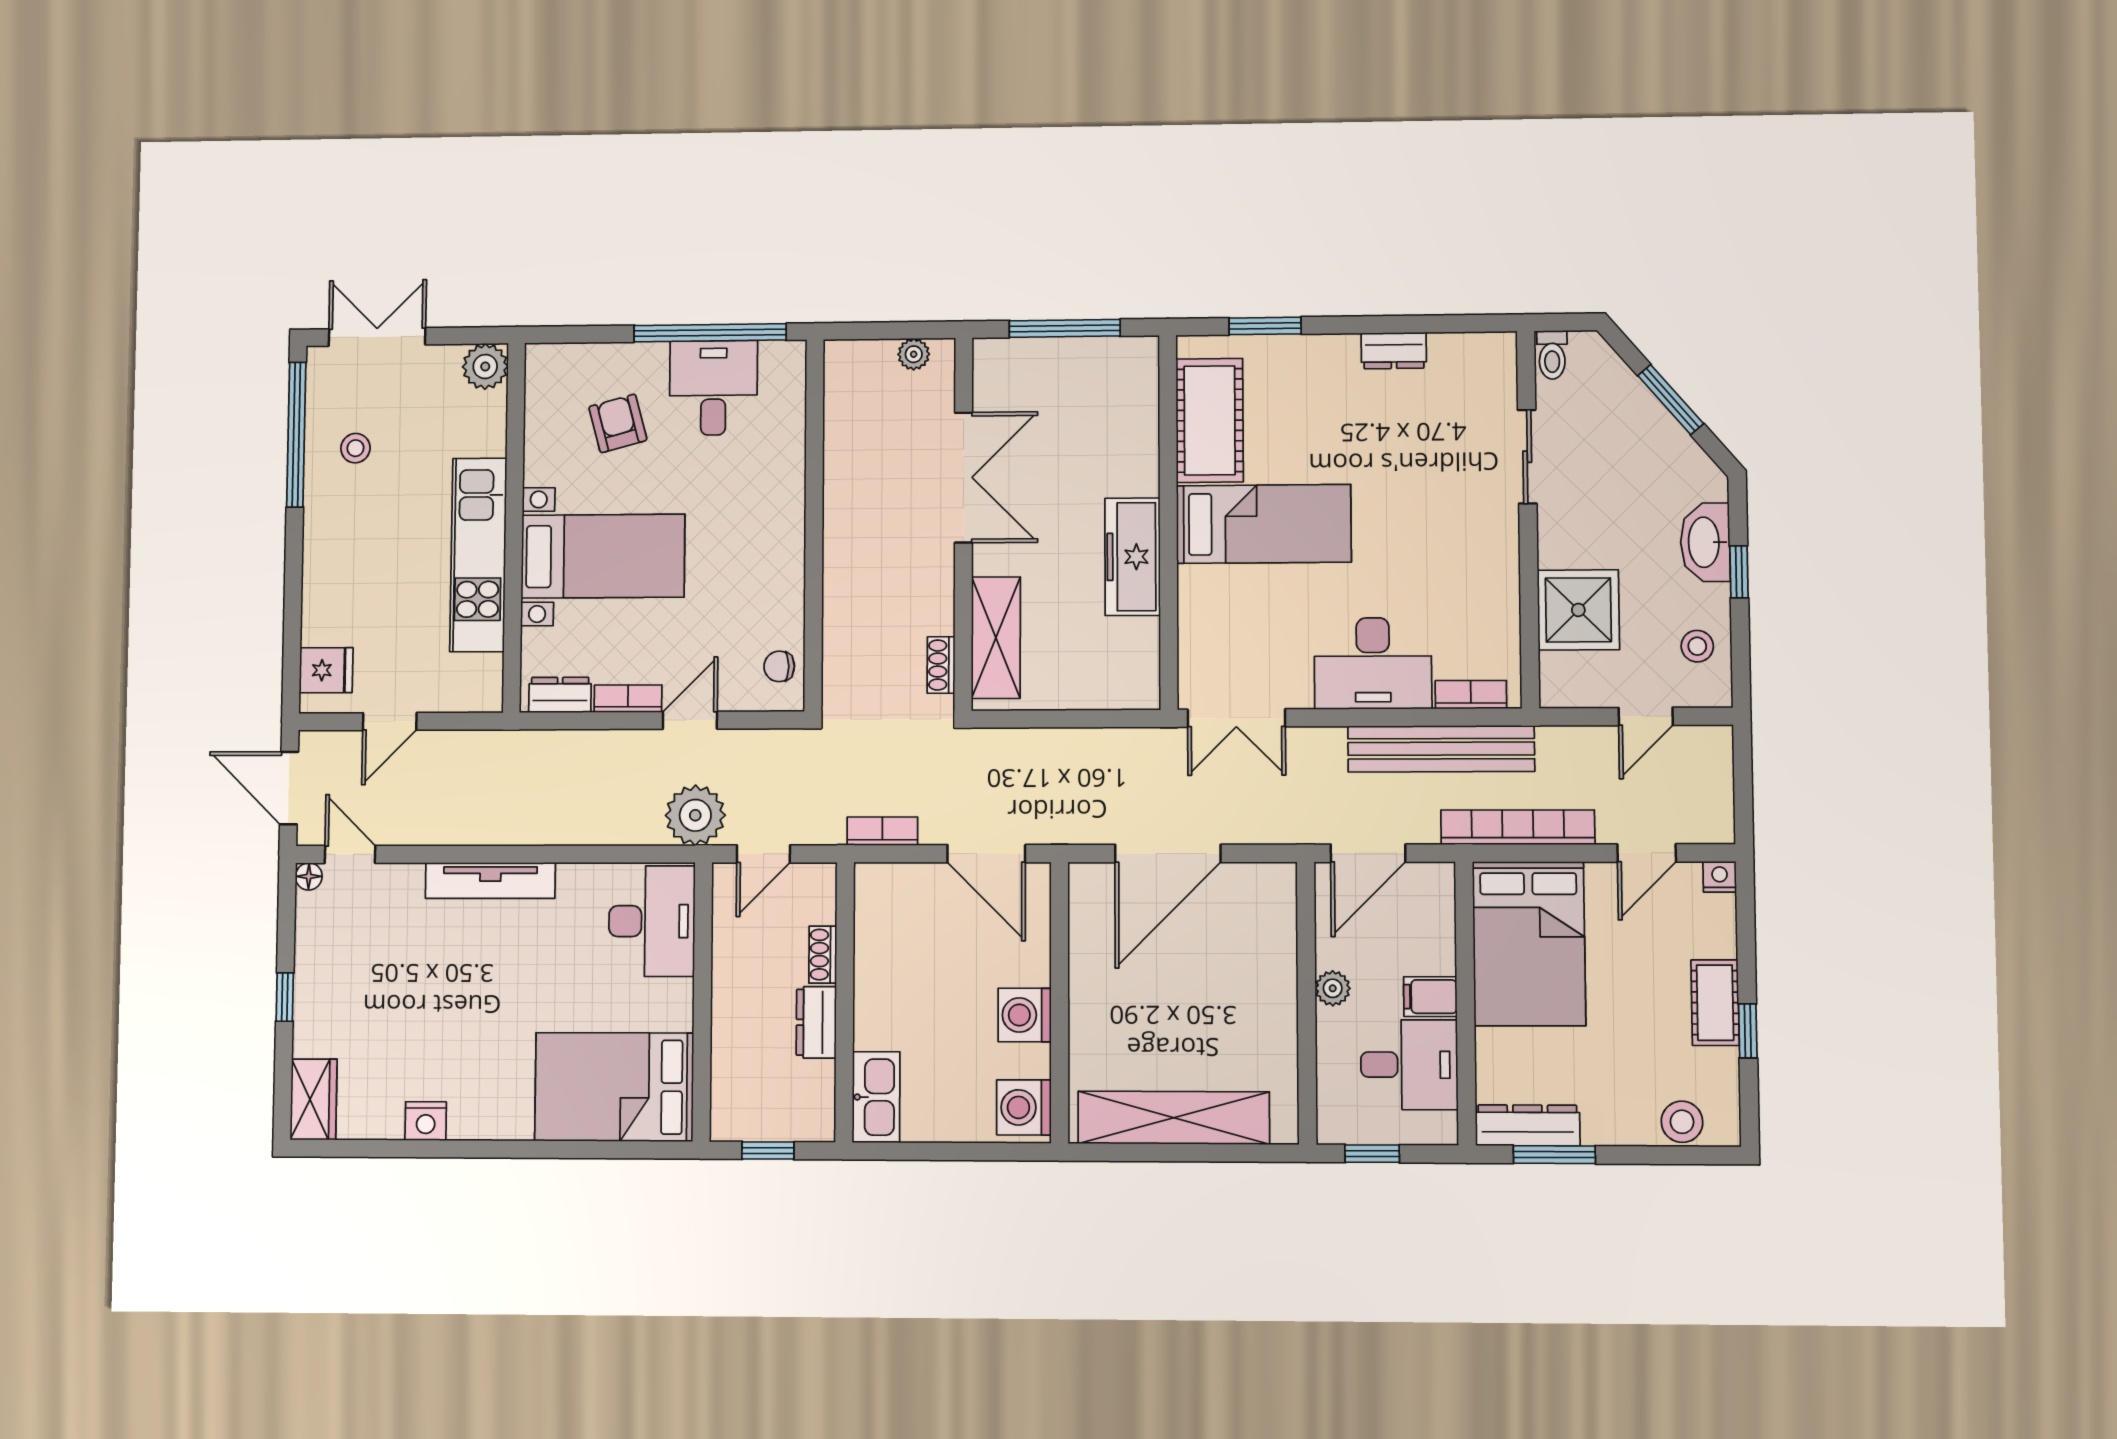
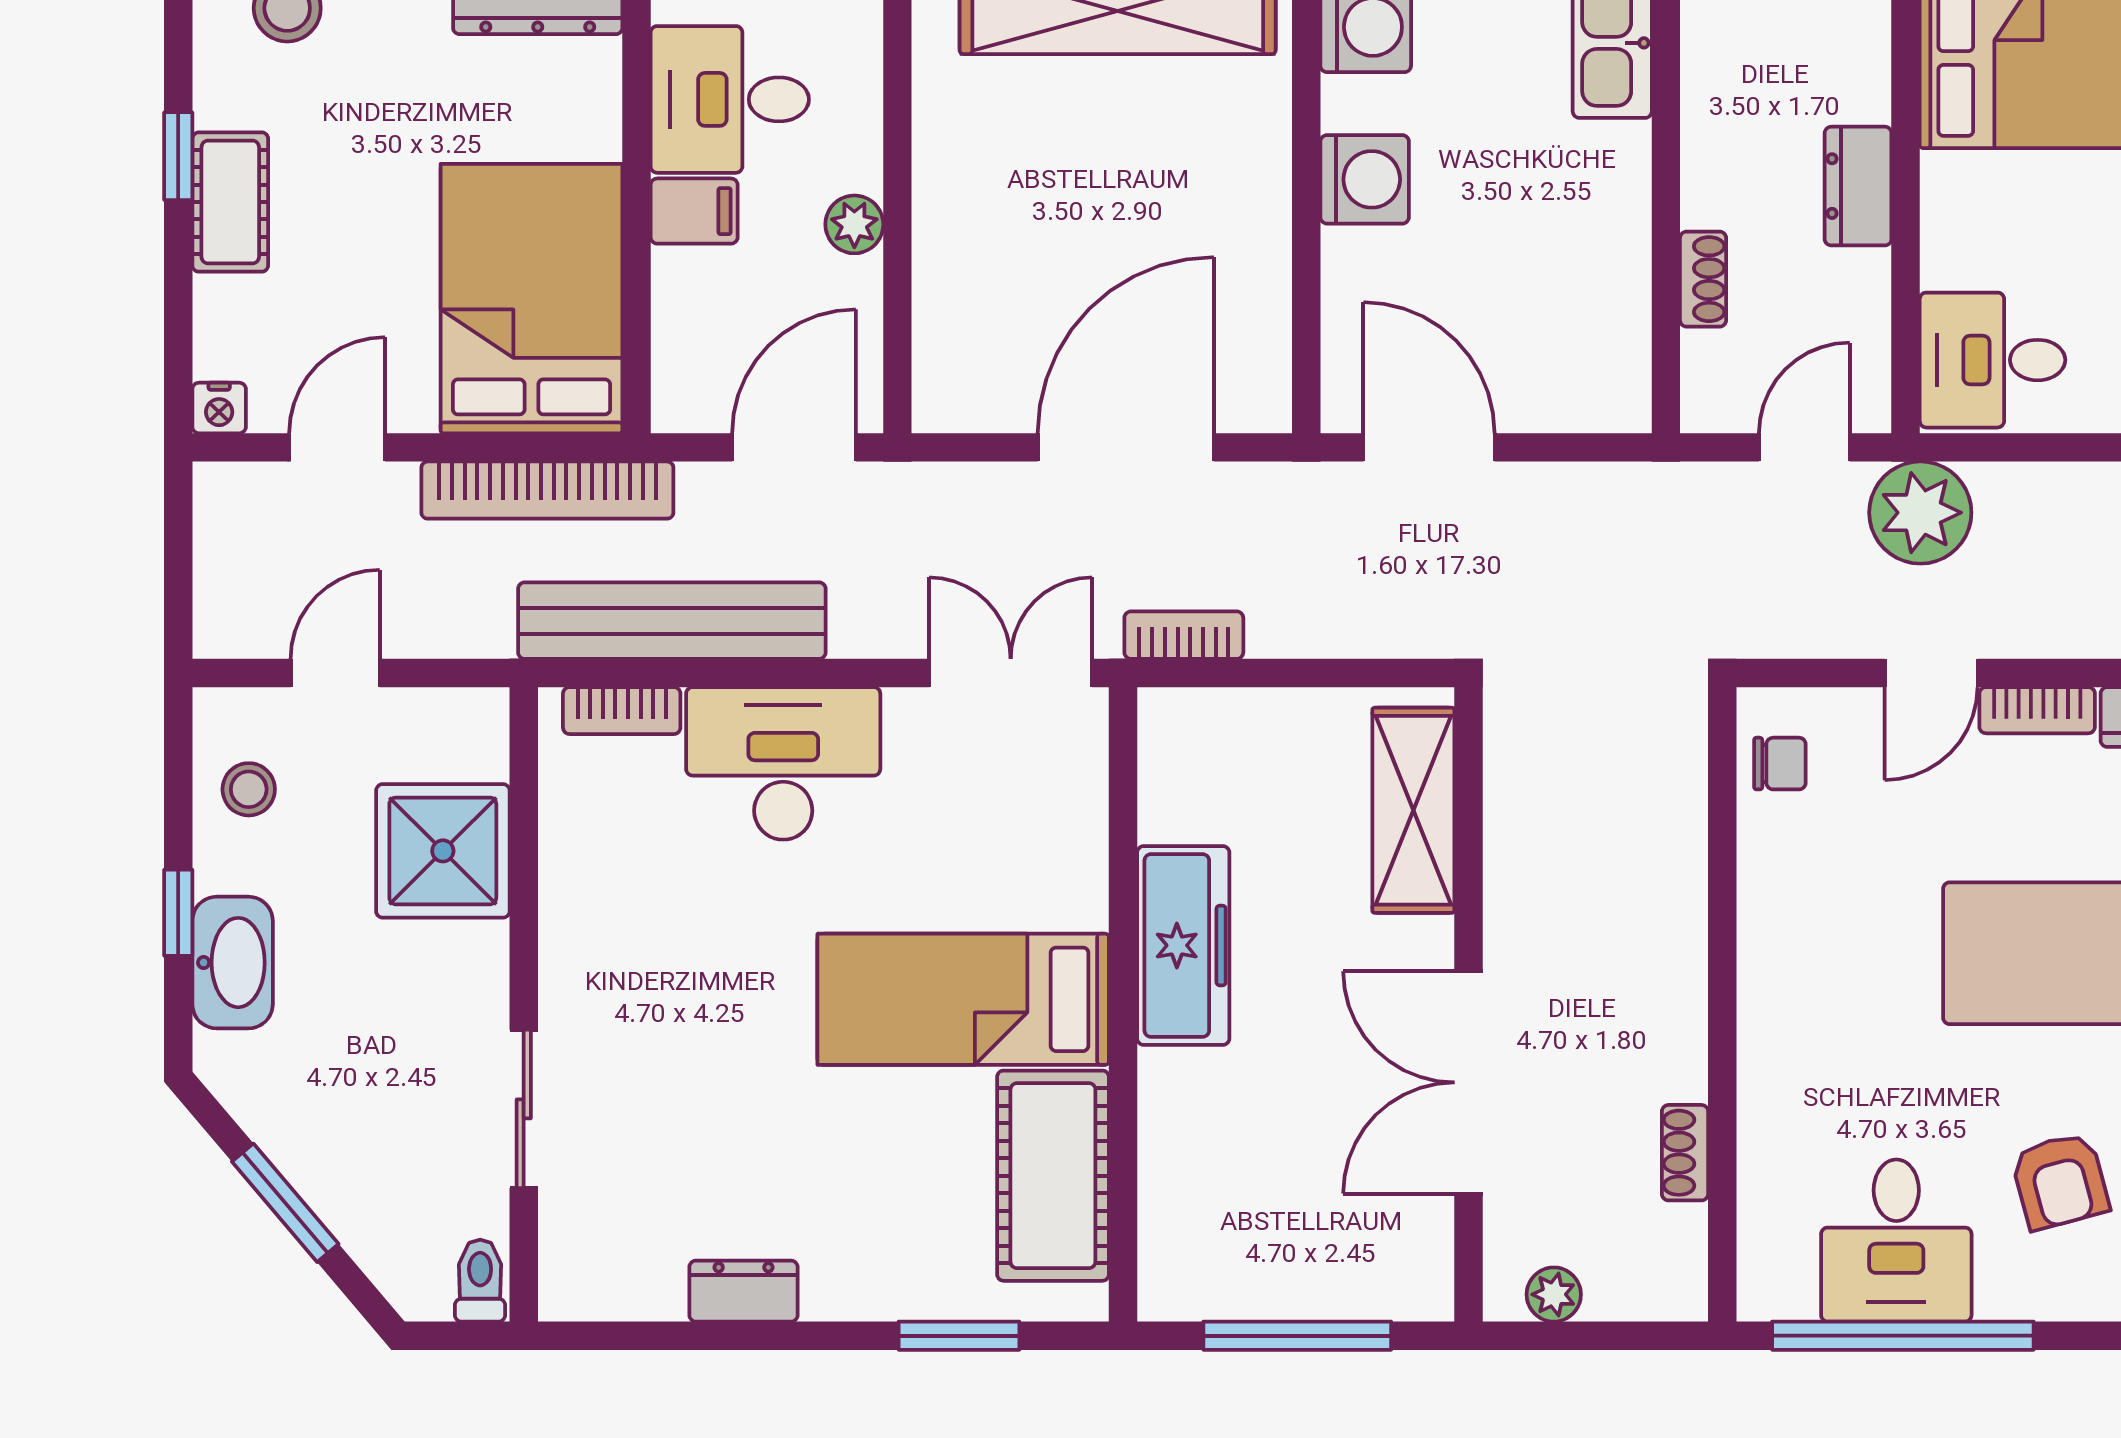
shoe rack: (941, 665) -> (1685, 1153), moved, turned 180
bookcase: (882, 831) -> (1184, 635), moved, turned 180
desk: (652, 921) -> (1992, 360), width x0.73
dresser: (816, 1022) -> (1858, 186), moved, turned 180

